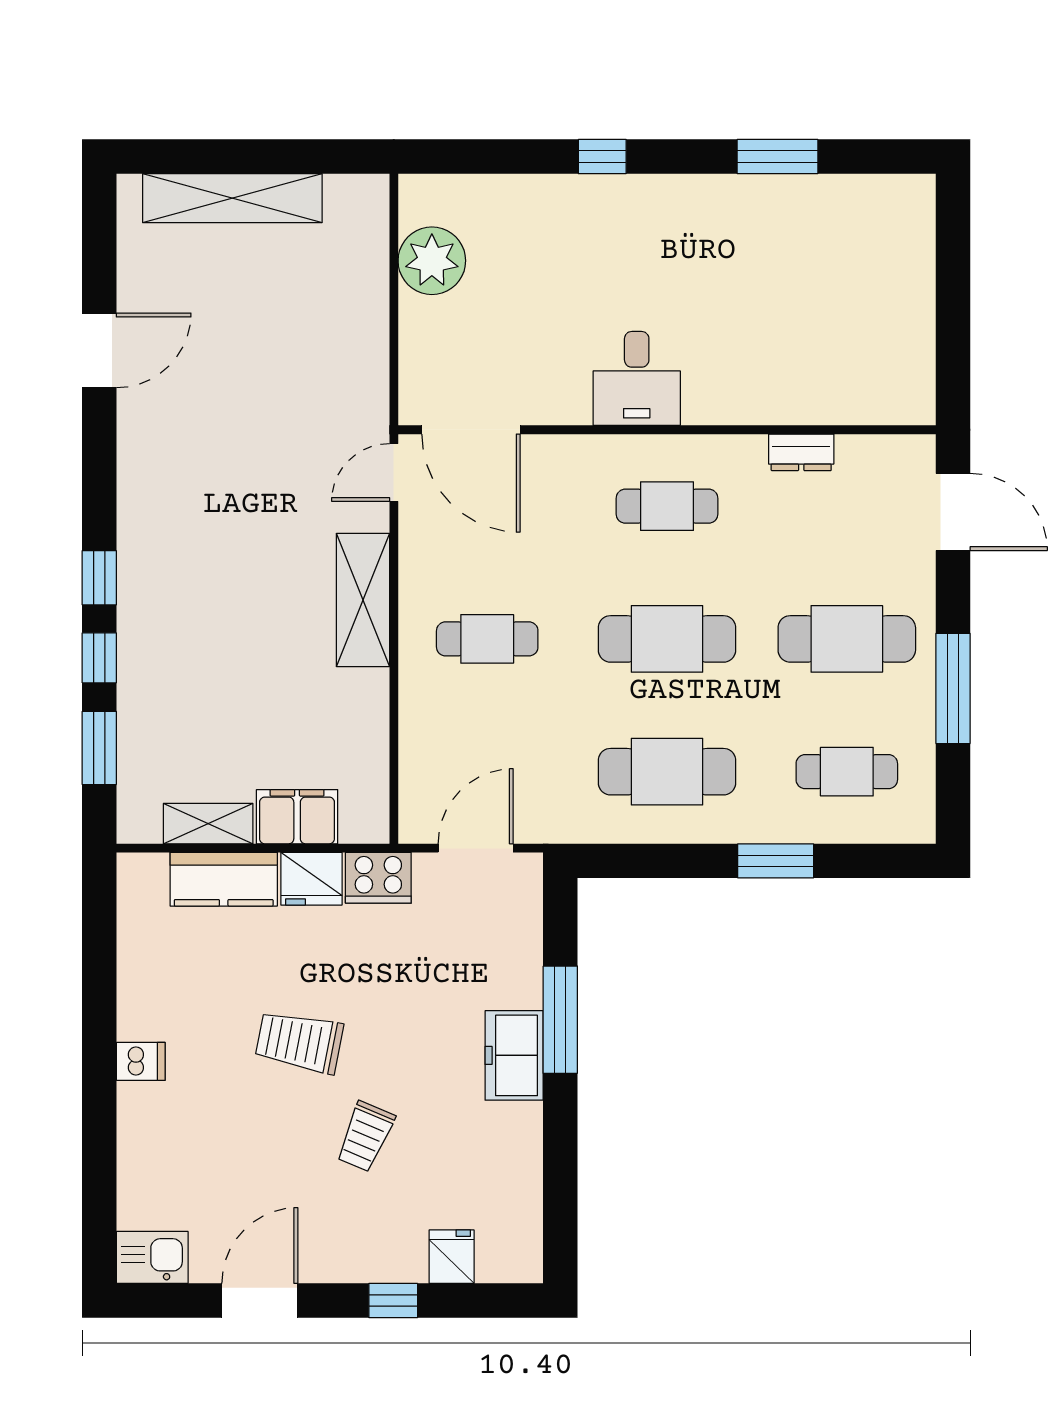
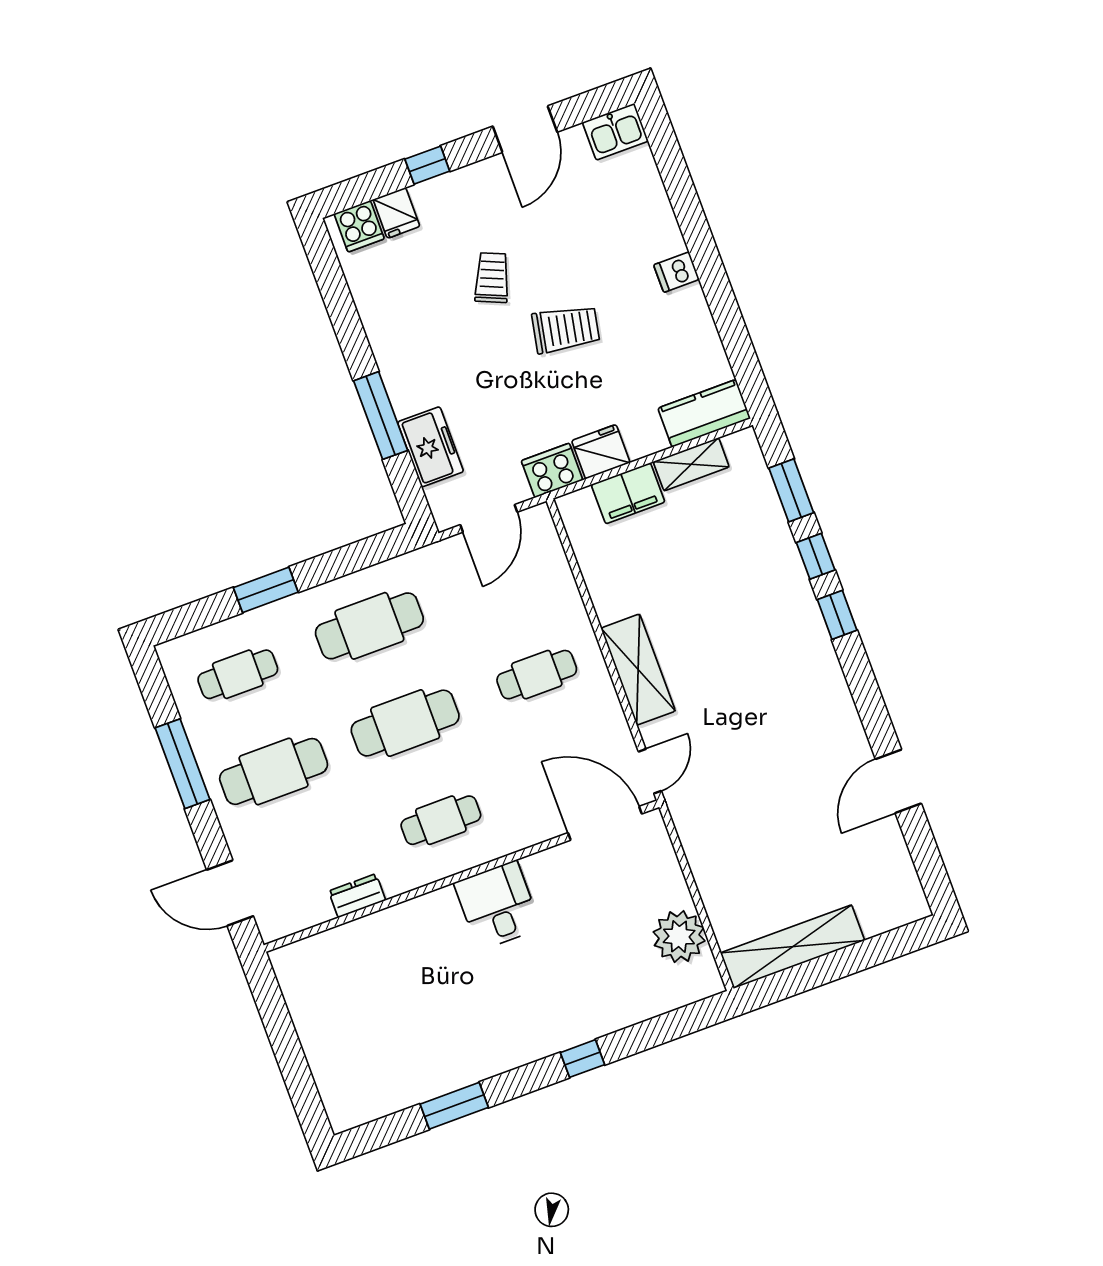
shelving: (232, 198) -> (793, 947), moved
kitchen counter: (224, 879) -> (704, 413), moved
freezer: (514, 1055) -> (431, 447), moved
cooker: (502, 1257) -> (359, 226), added

